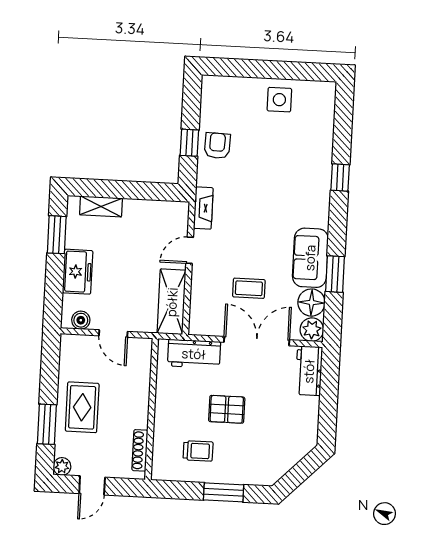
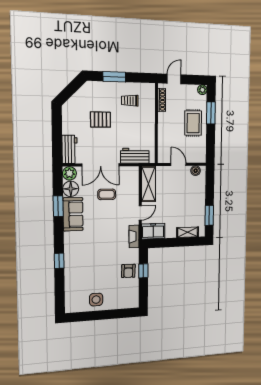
freezer: (78, 272) -> (153, 231), moved, turned 90
pallet: (227, 409) -> (100, 120), moved
door: (92, 485) -> (174, 79), moved

